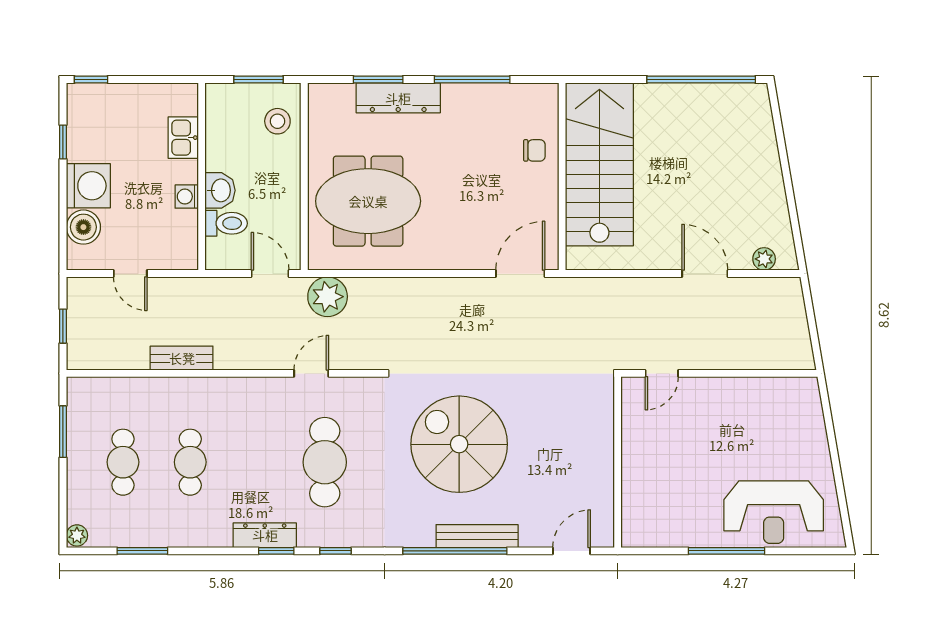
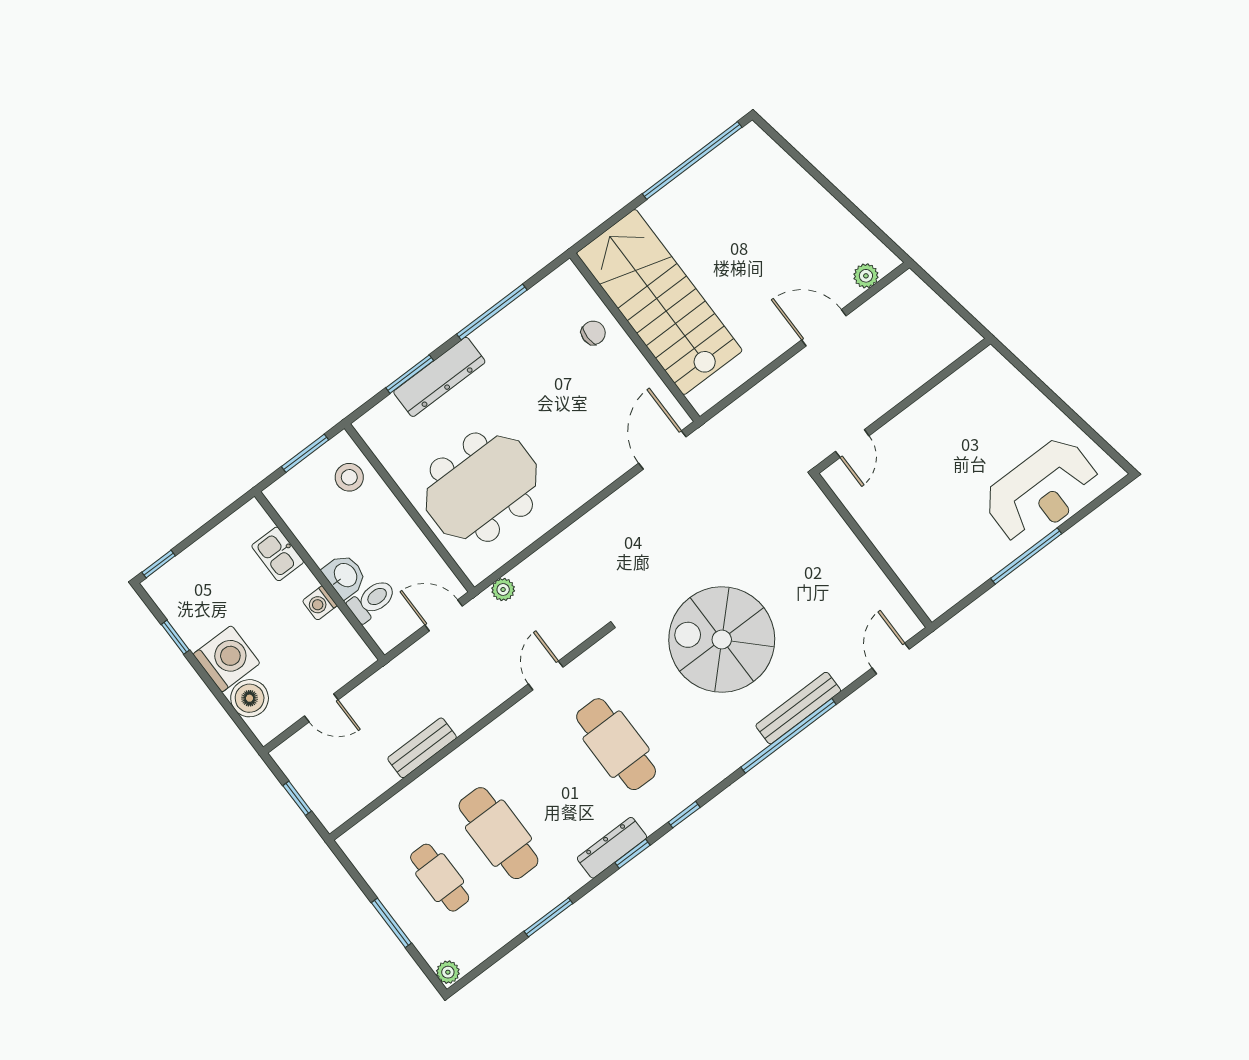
plant: (328, 297) -> (503, 590), width x0.53, depth x0.53
window: (63, 432) -> (391, 923), moved
cafe table: (190, 462) -> (498, 833), width x1.37, depth x1.35
window: (142, 551) -> (548, 917), moved

